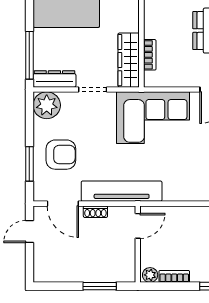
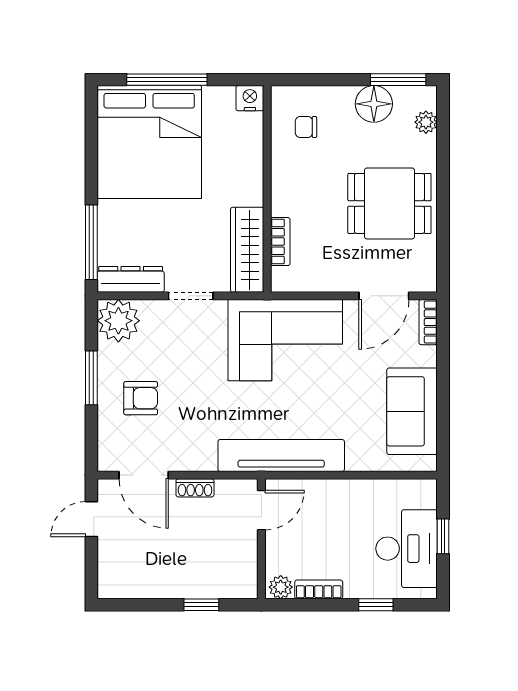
armchair: (61, 155) -> (141, 398), width x0.72, depth x0.72
window: (29, 164) -> (91, 378), moved
tv unit: (122, 191) -> (281, 456), moved
window: (100, 286) -> (201, 605), width x0.67

